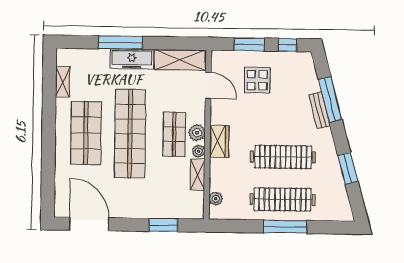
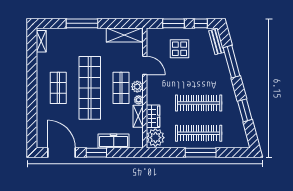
freezer: (132, 59) -> (114, 141), moved, turned 180
shelving: (63, 82) -> (41, 41), moved
door: (208, 85) -> (145, 65), moved
bench: (319, 110) -> (216, 42), moved
shop shelf: (86, 133) -> (58, 88), width x0.70, depth x0.74
wardrobe: (219, 141) -> (153, 116), moved
plant: (216, 199) -> (155, 138), width x1.88, depth x1.88
window: (164, 225) -> (96, 153), moved

